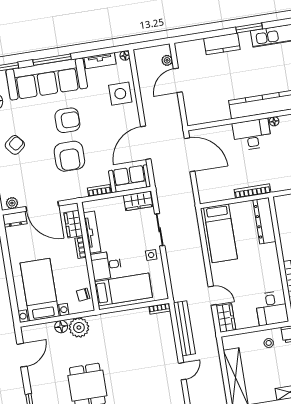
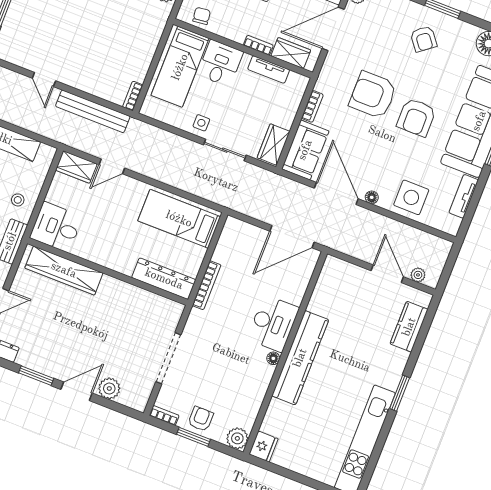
kitchen counter: (222, 44) -> (409, 327), moved
floor lamp: (125, 56) -> (372, 197), moved
tv unit: (92, 232) -> (269, 69), width x0.71

